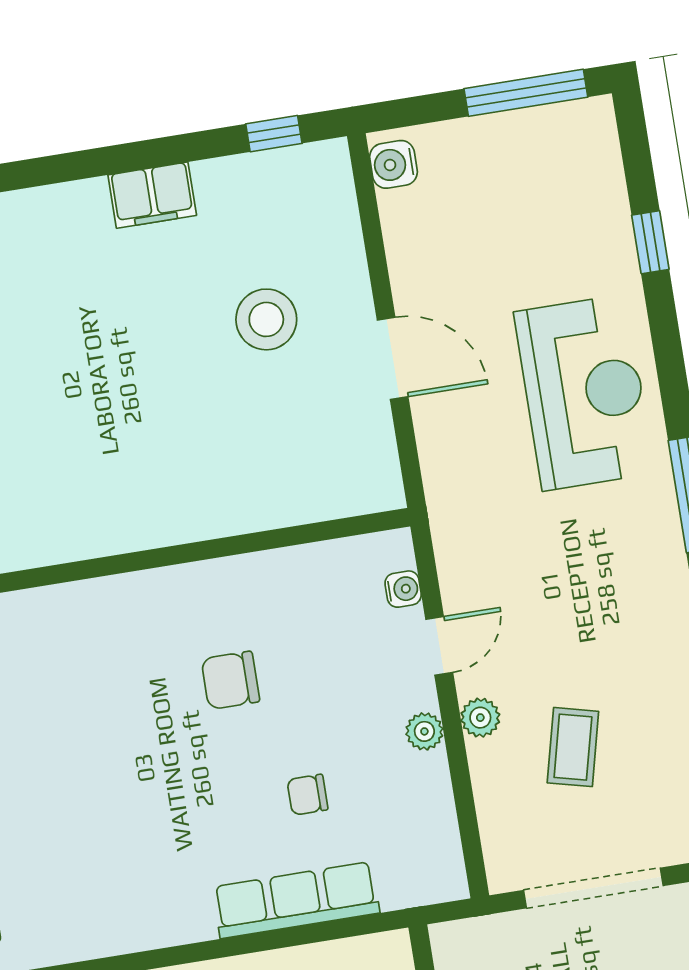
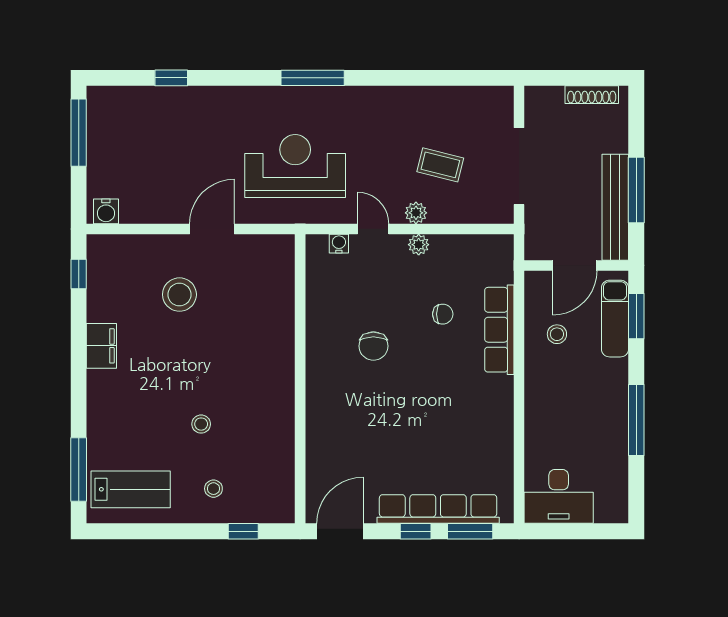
reception desk: (584, 393) -> (295, 166), moved
stool: (42, 396) -> (201, 424), added
chair: (307, 795) -> (443, 314), turned -90

